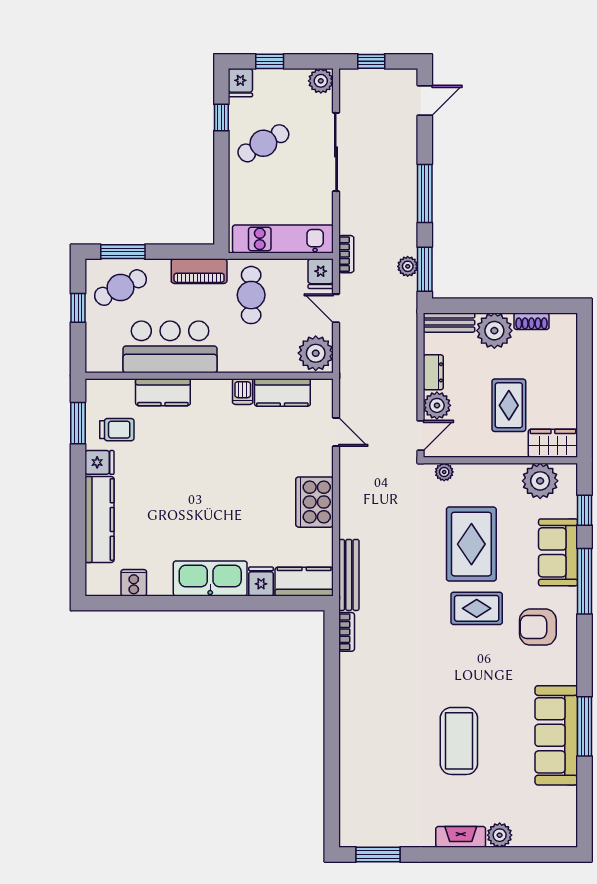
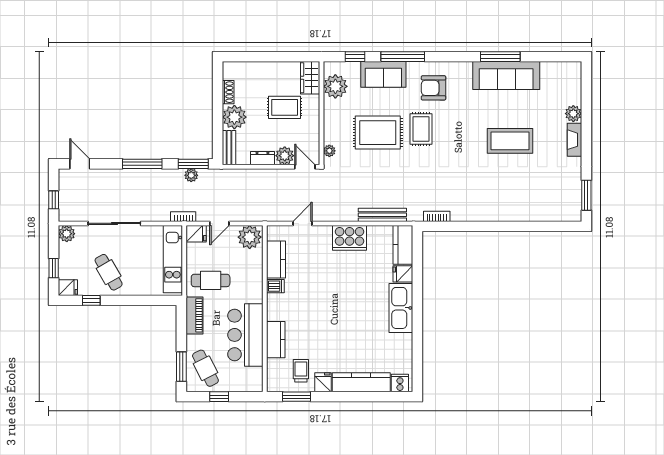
bench: (349, 575) -> (382, 215), moved
cooker: (134, 583) -> (400, 383), moved, turned 90
armchair: (538, 627) -> (433, 88), turned 90

